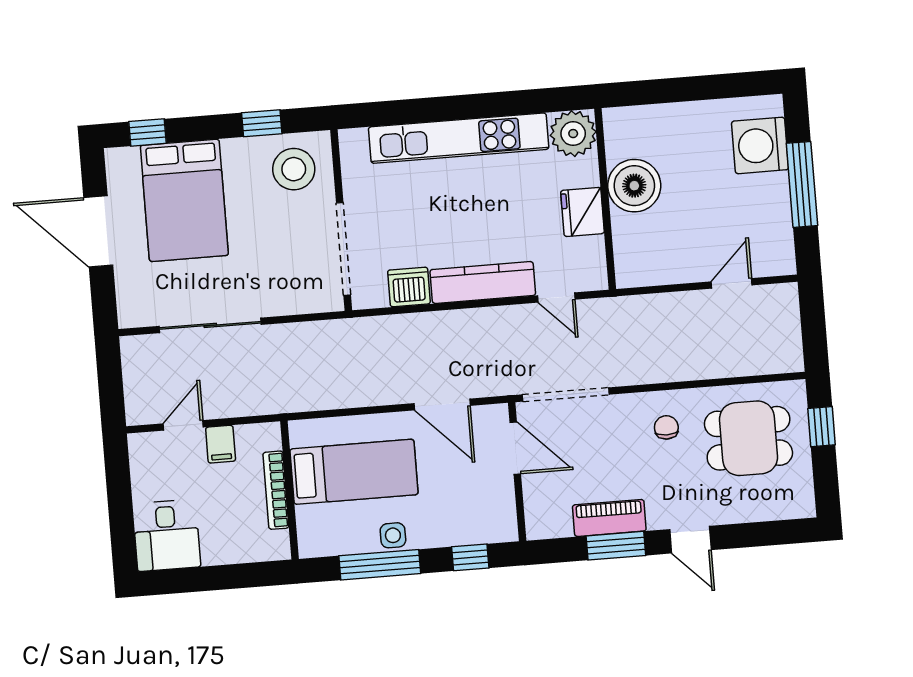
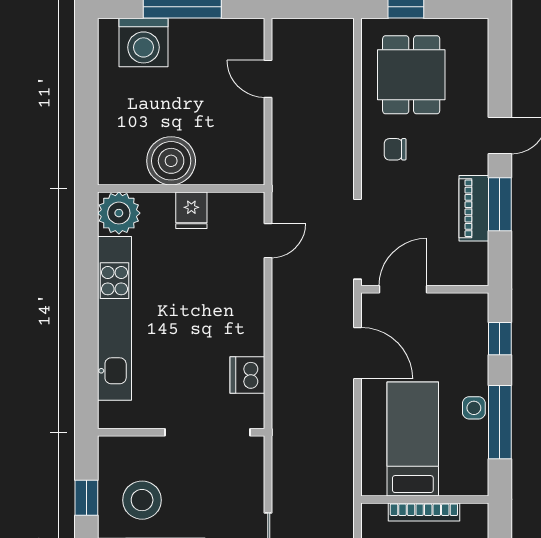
stool: (294, 169) -> (142, 500), moved
fridge: (582, 212) -> (191, 210), width x0.72
kitchen counter: (483, 283) -> (249, 307), removed
door: (442, 404) -> (358, 353), hinge flipped

